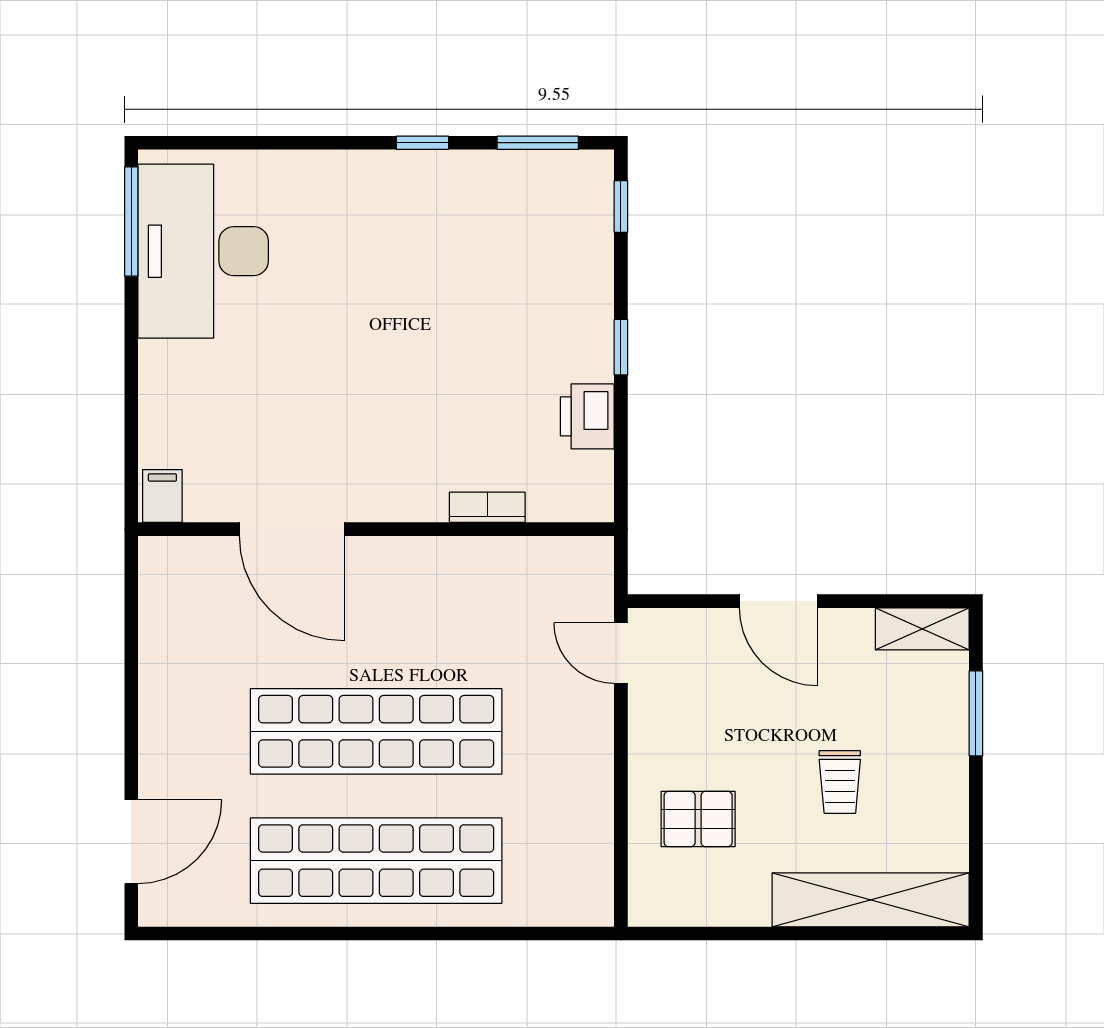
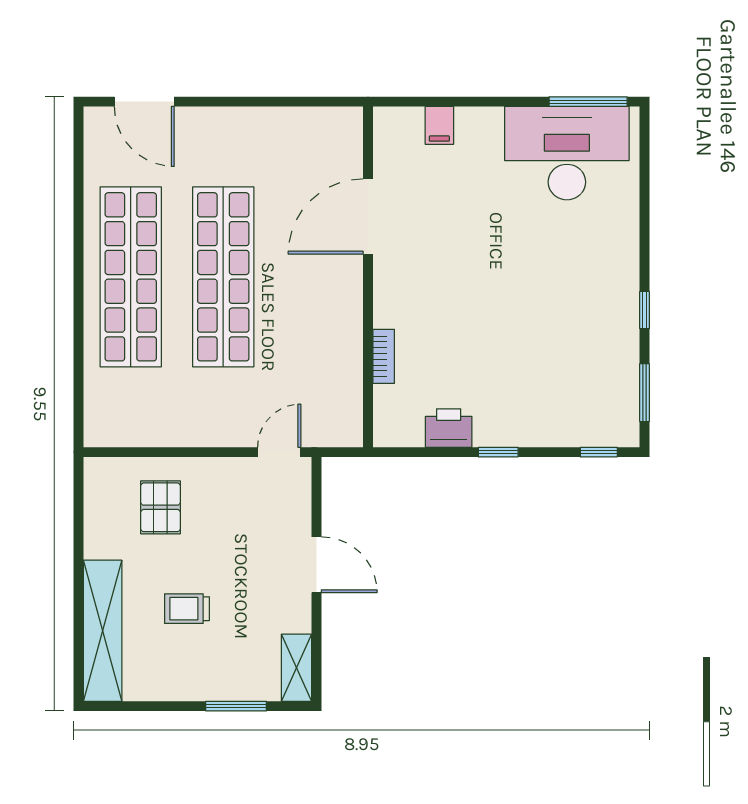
filing cabinet: (162, 496) -> (439, 125), moved, turned 90
door: (778, 601) -> (316, 565), swing flipped

